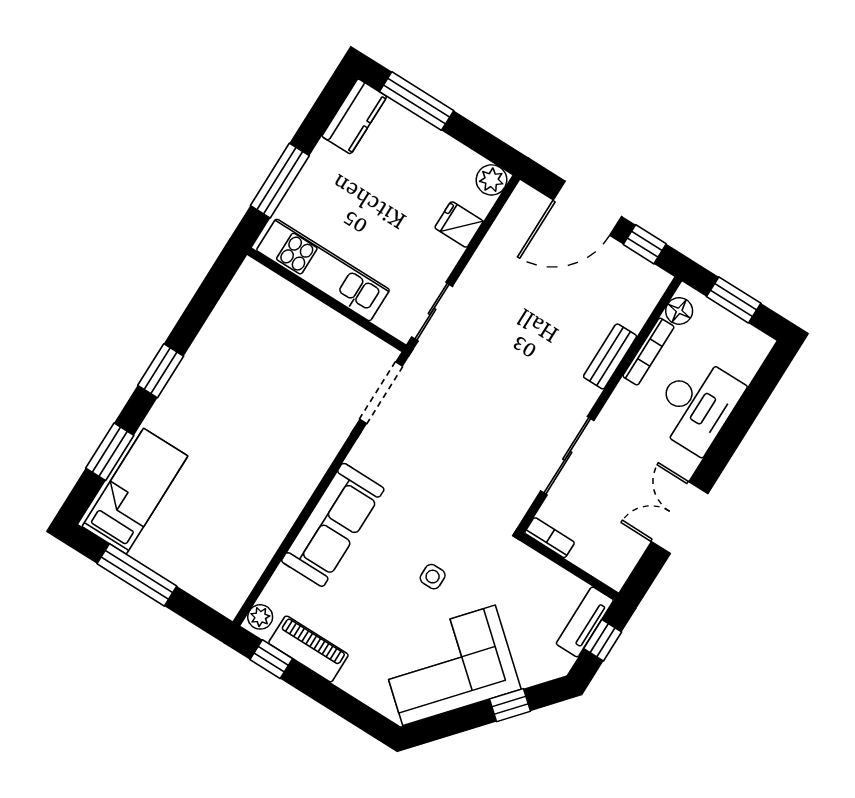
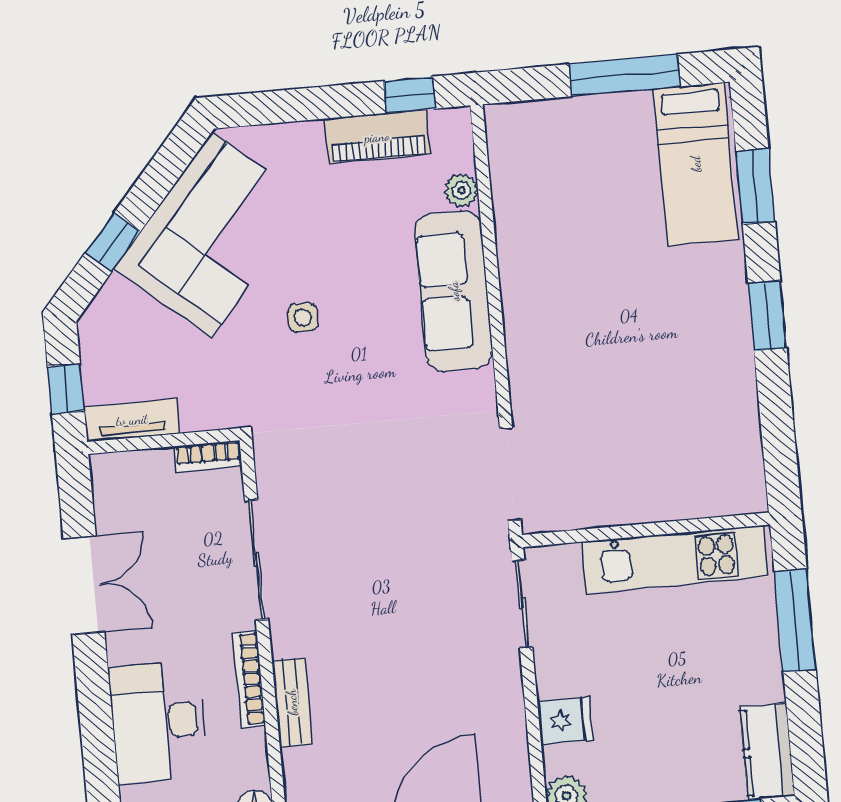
bookcase: (648, 352) -> (249, 679), moved
plant: (260, 617) -> (462, 190), moved
tv unit: (585, 622) -> (132, 420), moved, turned -90

